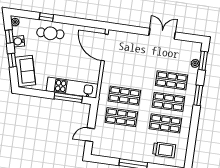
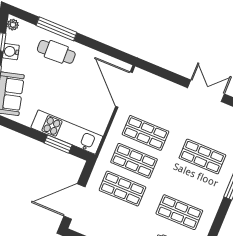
window: (46, 17) -> (56, 29), width x2.17
window: (68, 98) -> (58, 144), width x0.69
shop shelf: (168, 102) -> (146, 133), moved
door: (90, 135) -> (74, 201), width x1.88

